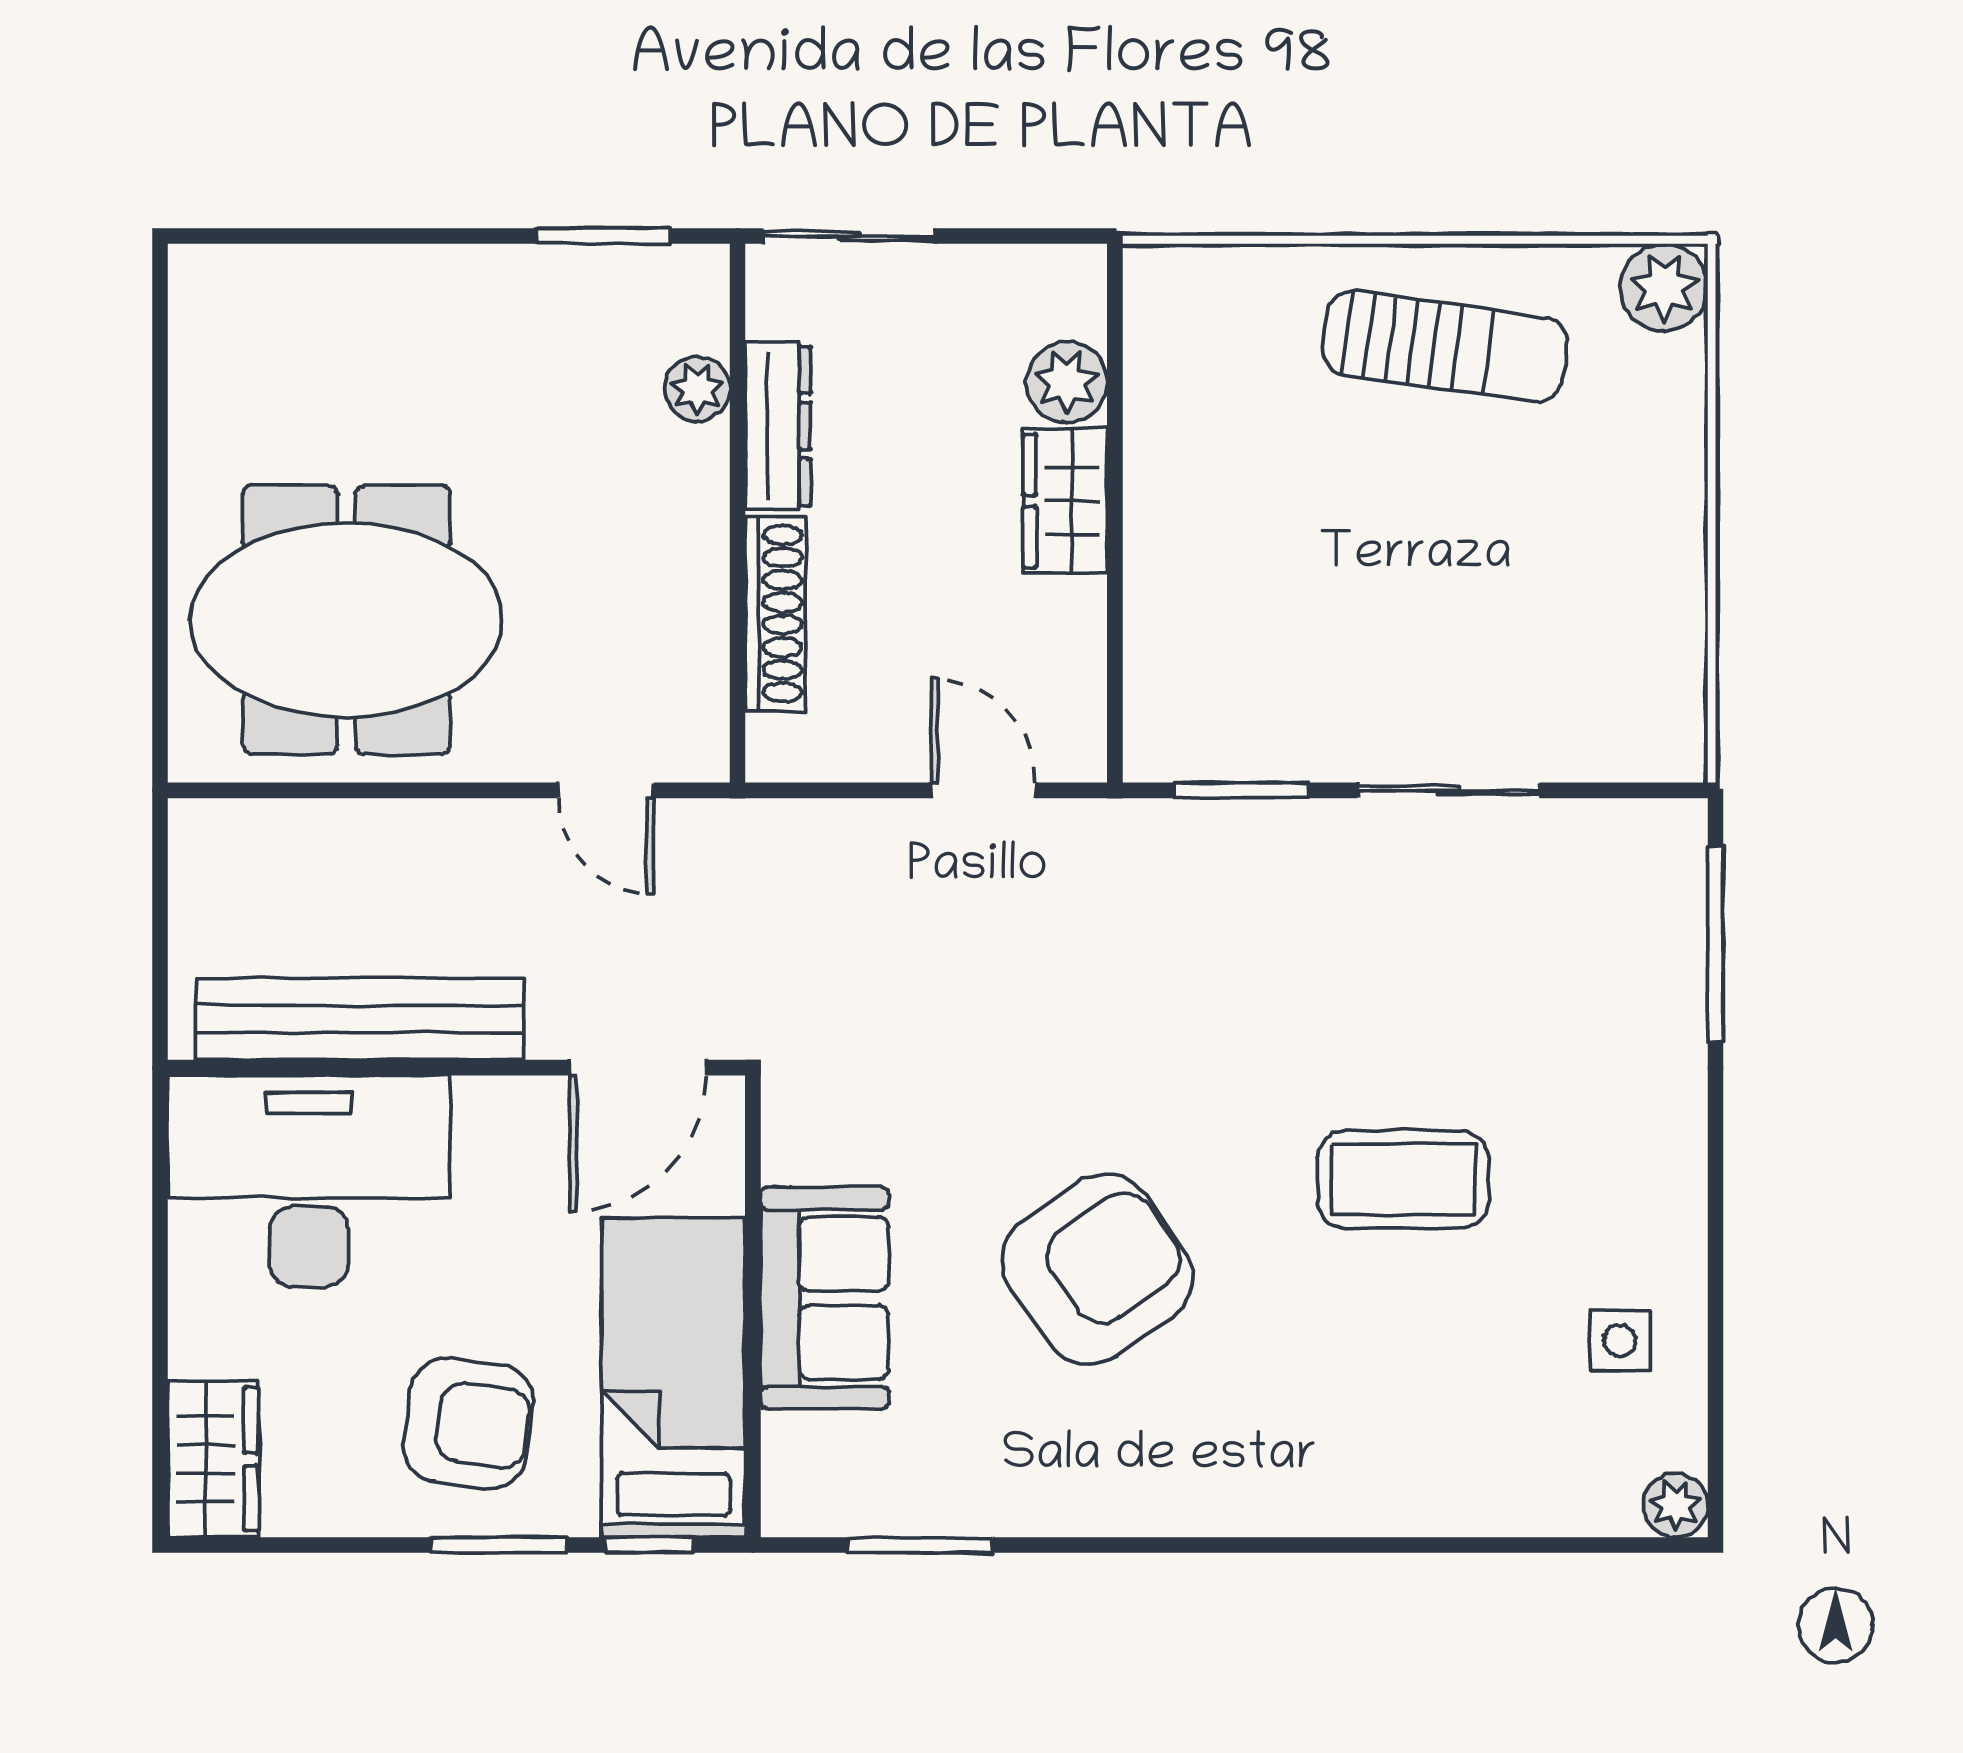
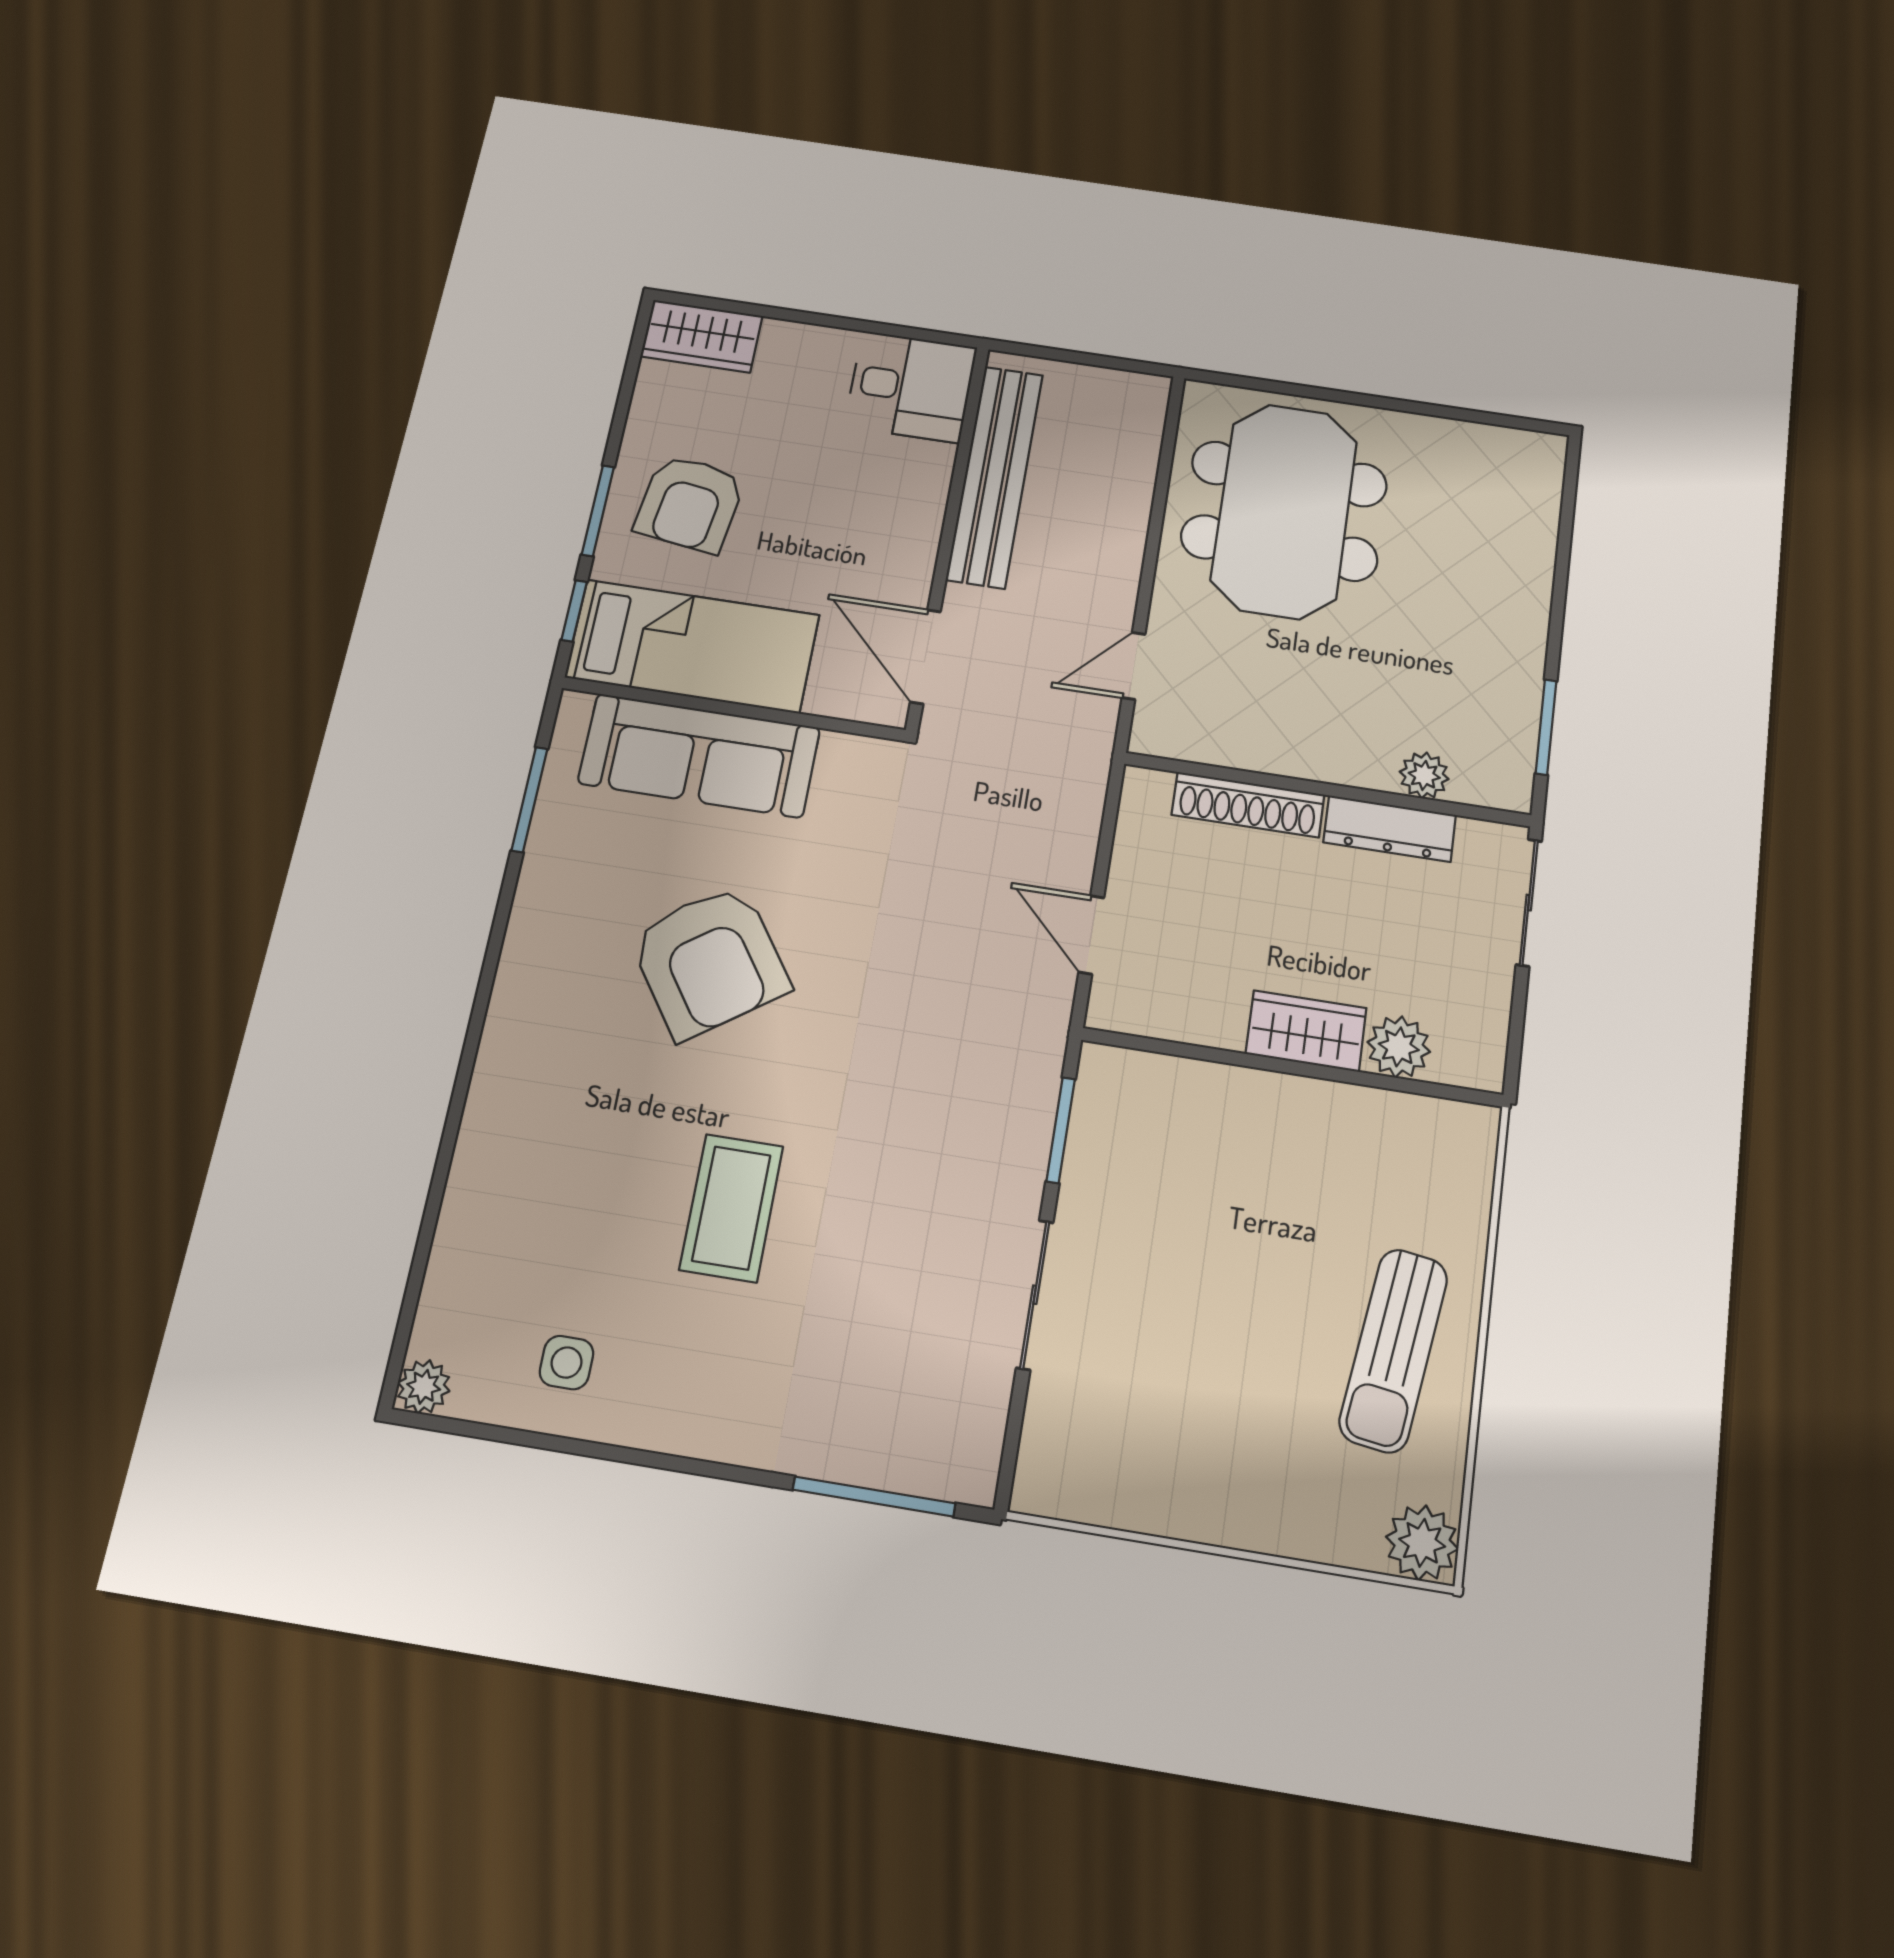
door: (984, 790) -> (1091, 935), swing flipped
desk: (309, 1181) -> (911, 387), width x0.53, depth x0.77
sofa: (825, 1298) -> (699, 756), width x1.36

